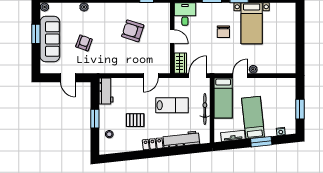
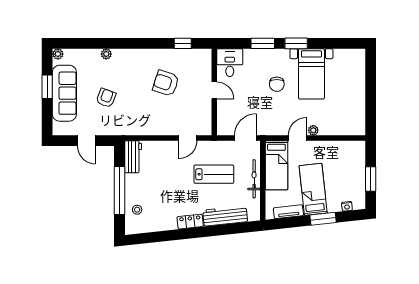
wardrobe: (180, 63) -> (224, 123), removed
window: (95, 119) -> (119, 191), width x2.11
pallet: (135, 120) -> (169, 192), removed

